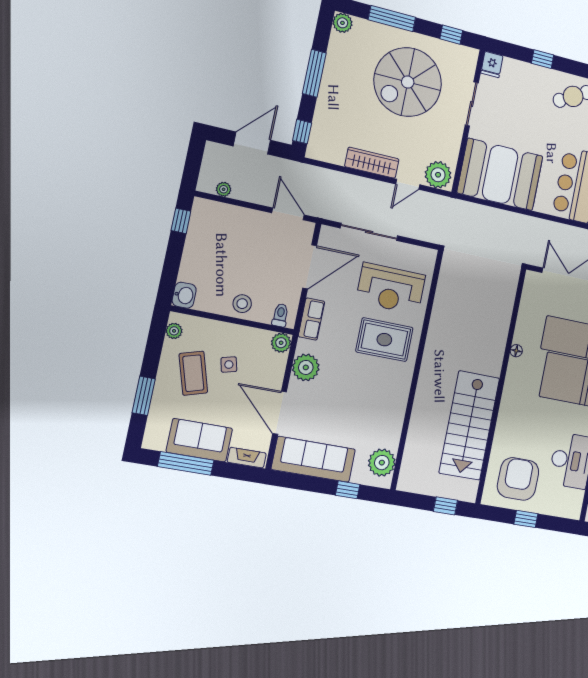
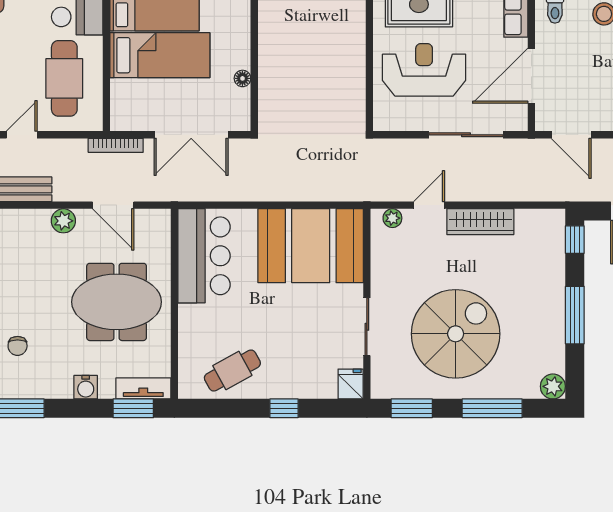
window: (451, 35) -> (412, 408), width x1.50
plant: (438, 175) -> (392, 218), width x0.53, depth x0.53
floor lamp: (516, 351) -> (242, 78), moved

